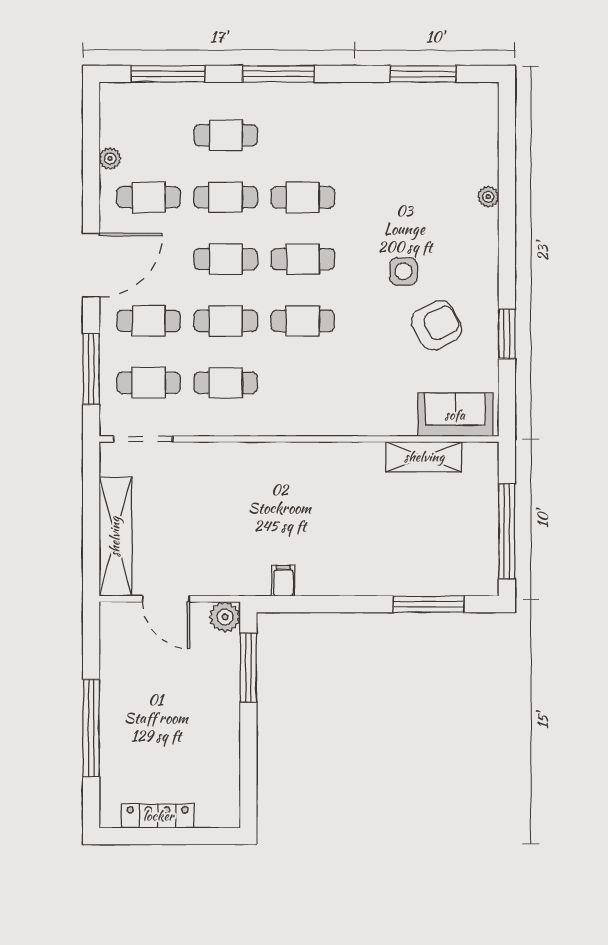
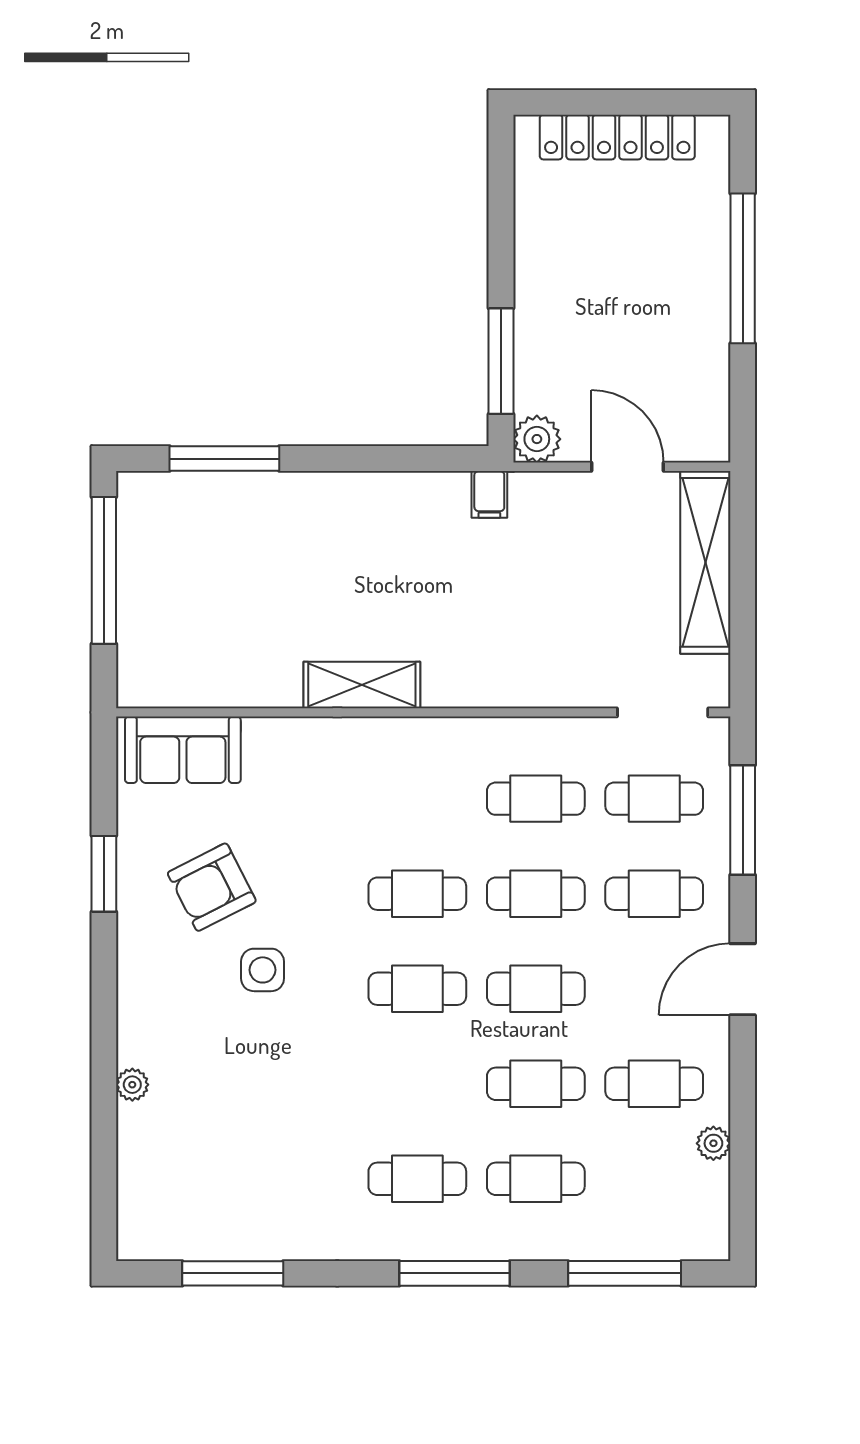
cafe table: (303, 197) -> (417, 1179), moved
door: (91, 265) -> (743, 979), width x0.73
shelving: (424, 457) -> (362, 685), moved
filing cabinet: (283, 581) -> (489, 494), moved
locker: (158, 816) -> (617, 137), width x1.41, depth x1.21

